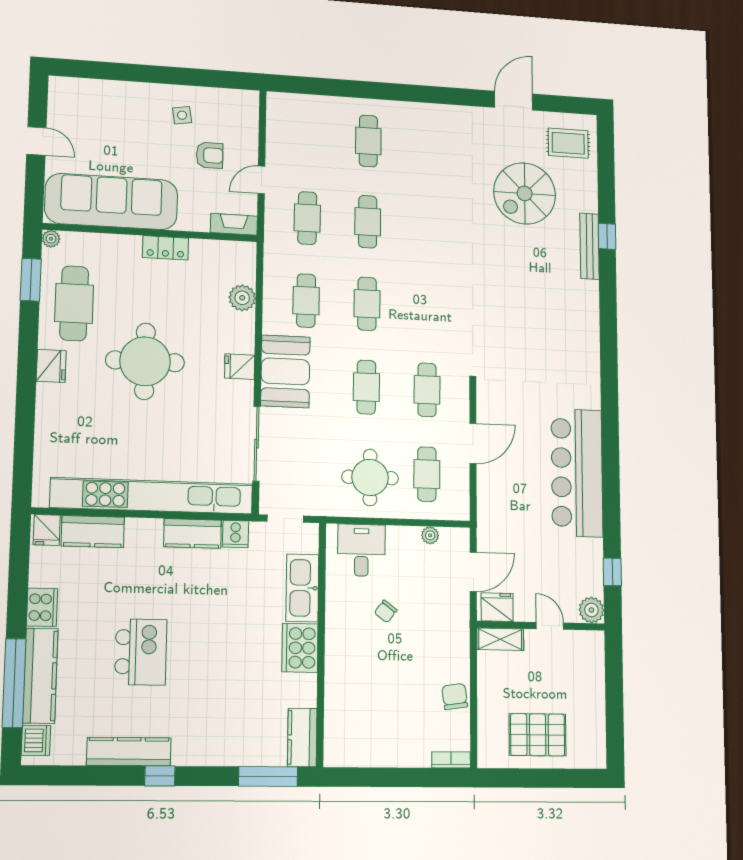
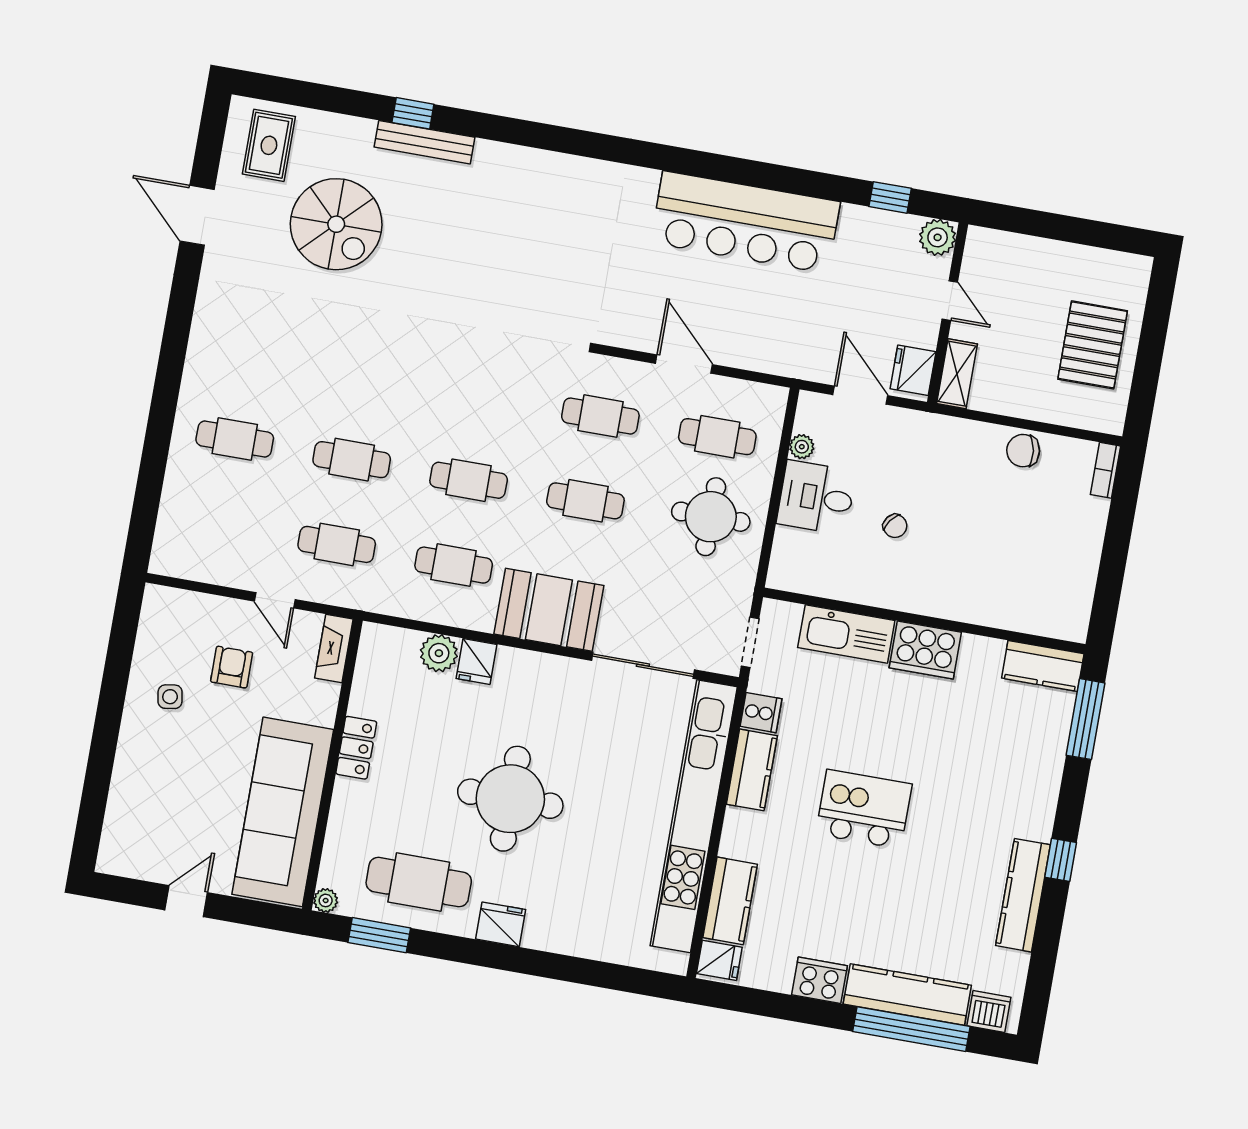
fridge: (240, 367) -> (476, 661), moved
desk: (361, 550) -> (816, 497), moved
door: (550, 626) -> (950, 301), swing flipped
kitchen island: (141, 652) -> (864, 809), moved

